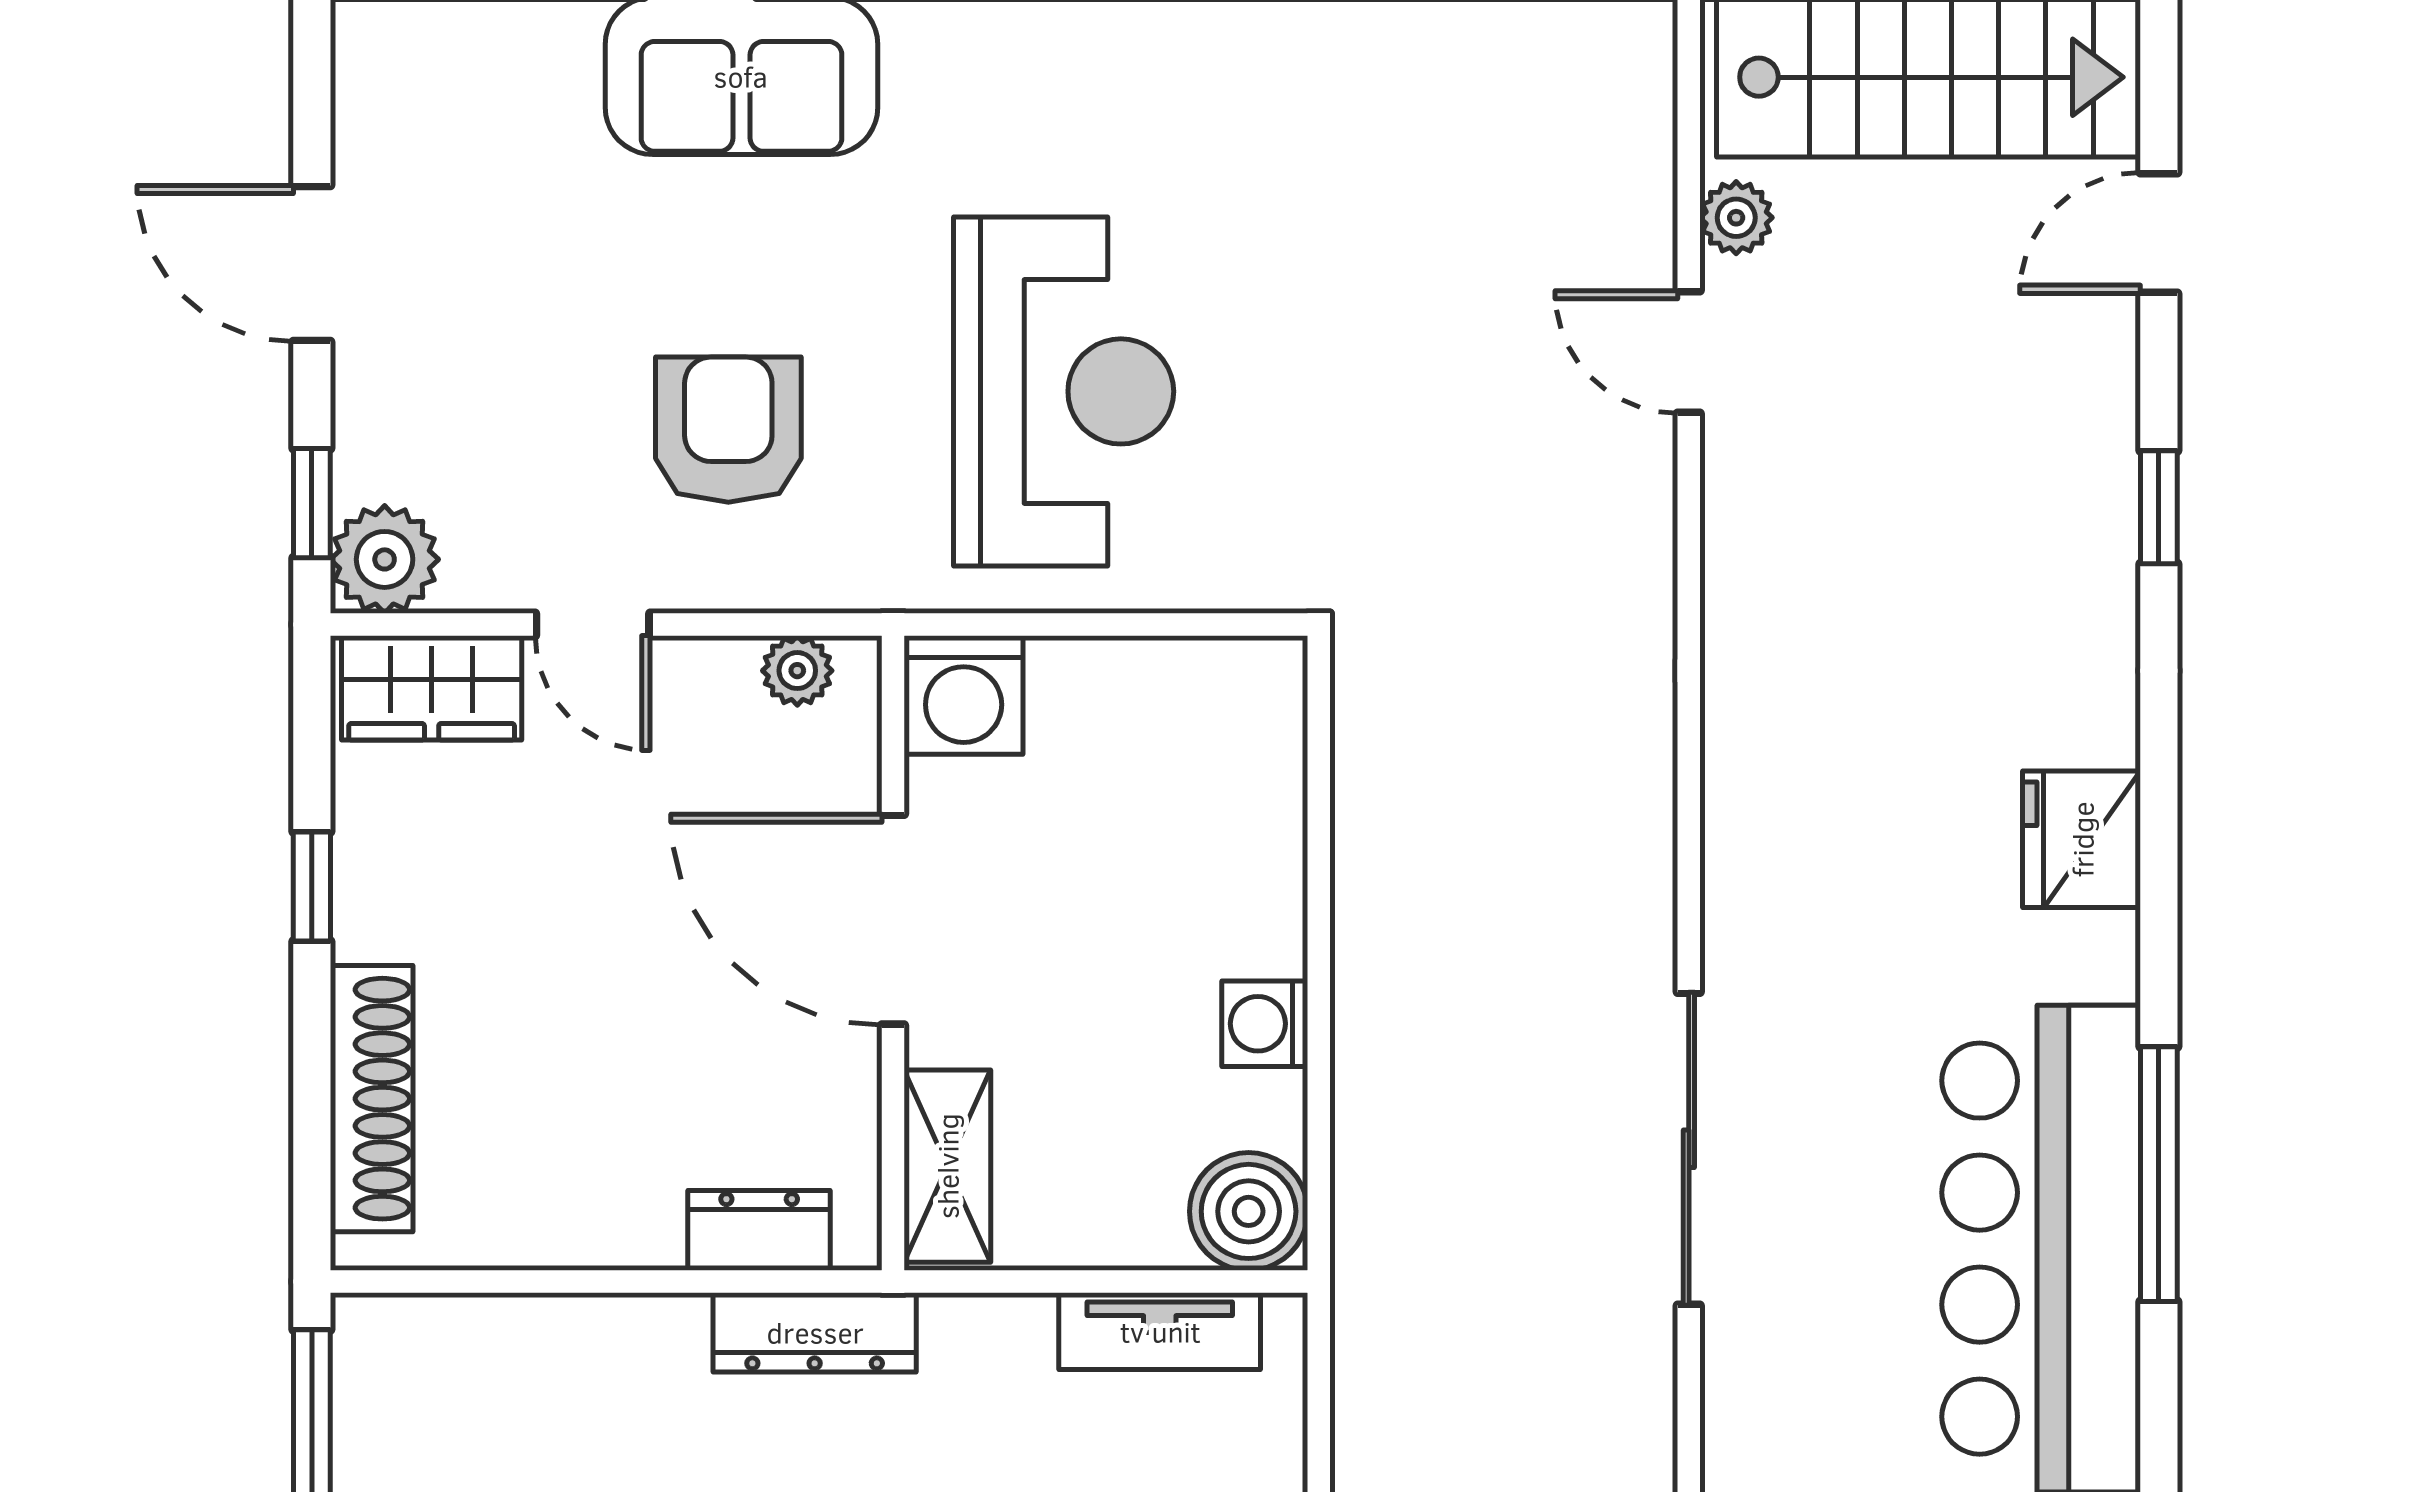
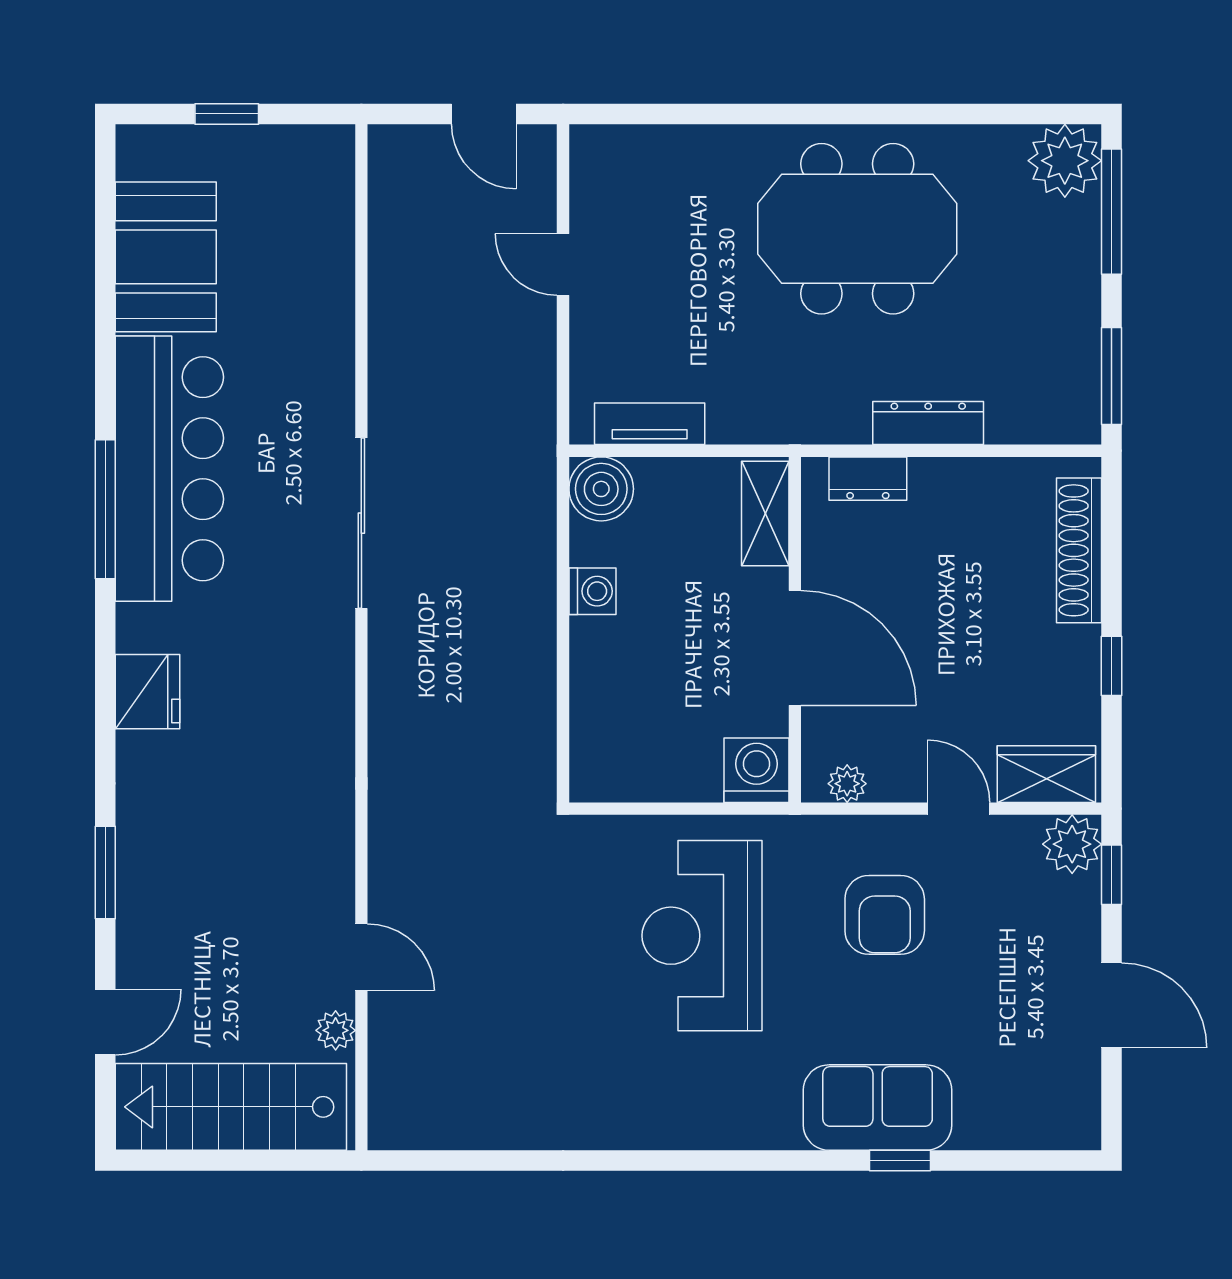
window: (2159, 507) -> (105, 873), width x1.50
dresser: (815, 1332) -> (928, 423), moved

